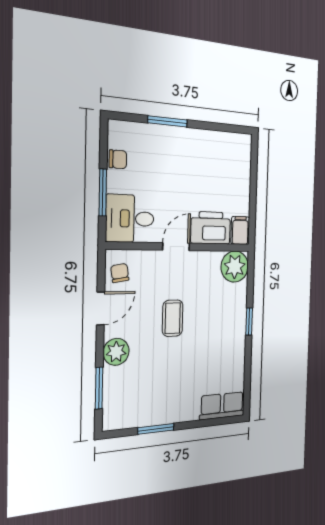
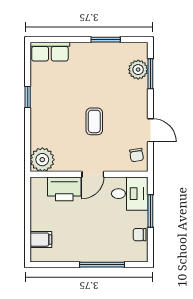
window: (168, 121) -> (102, 265), width x1.44
filing cabinet: (240, 230) -> (41, 240), moved, turned -90
door: (101, 308) -> (150, 130), swing flipped
window: (249, 322) -> (28, 97), moved
plant: (116, 352) -> (138, 70), moved

